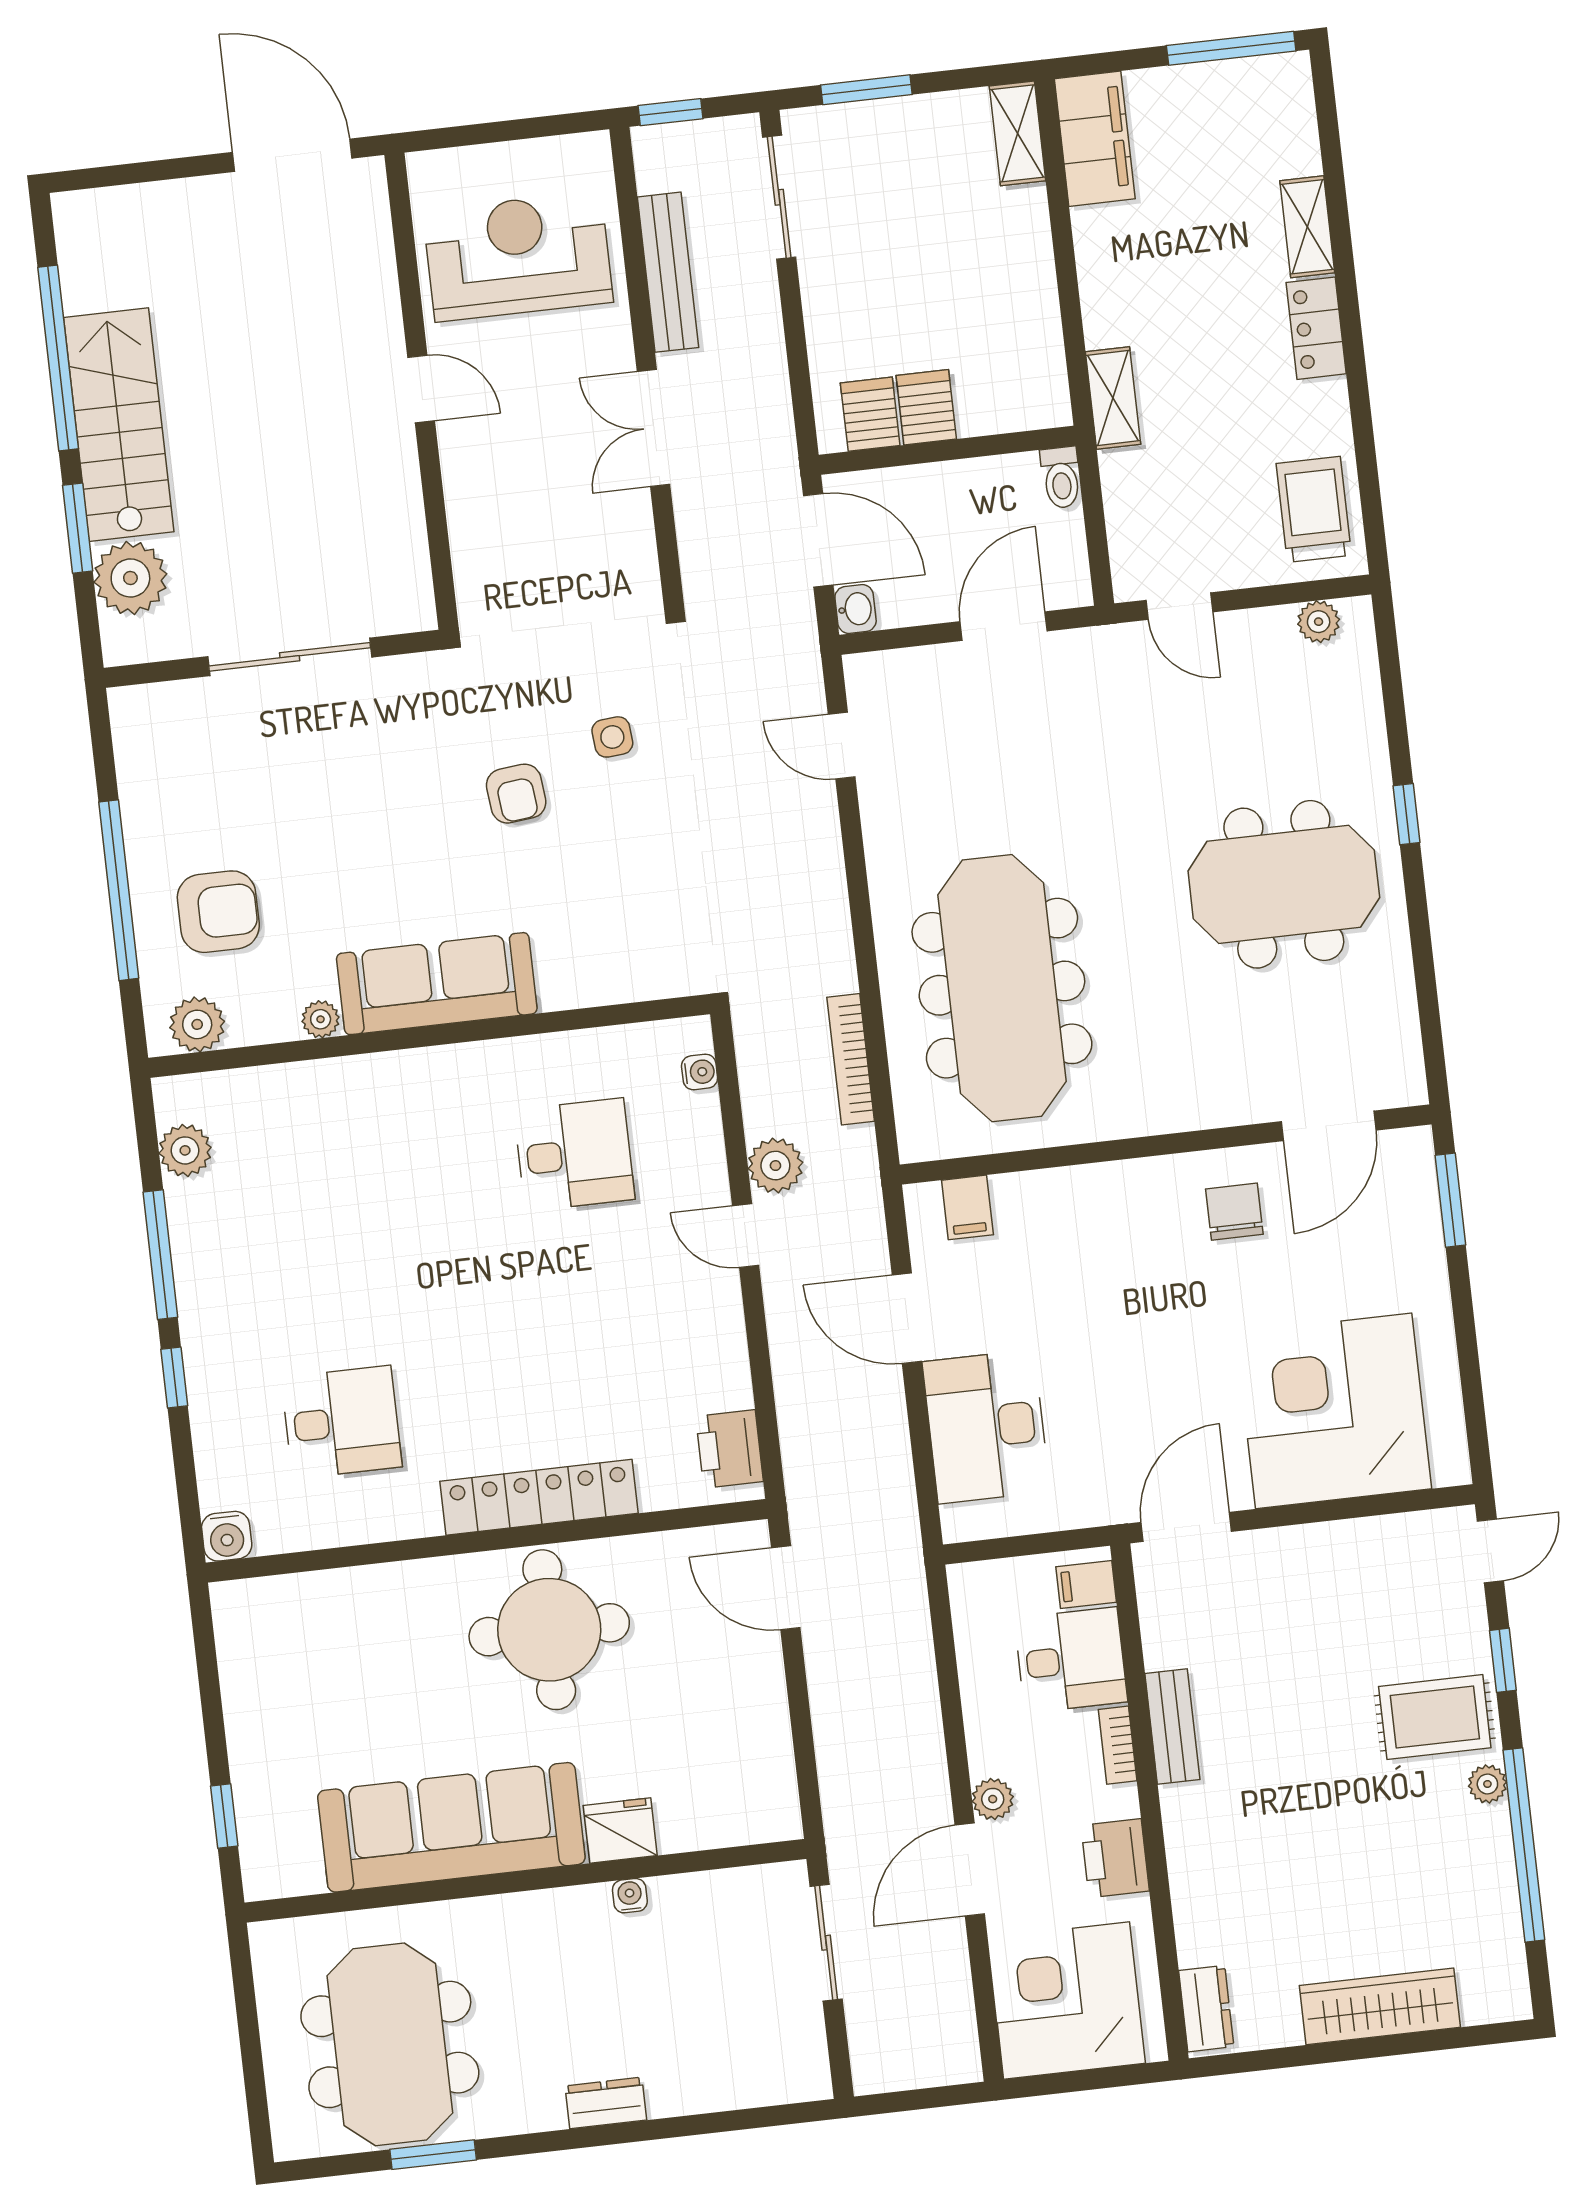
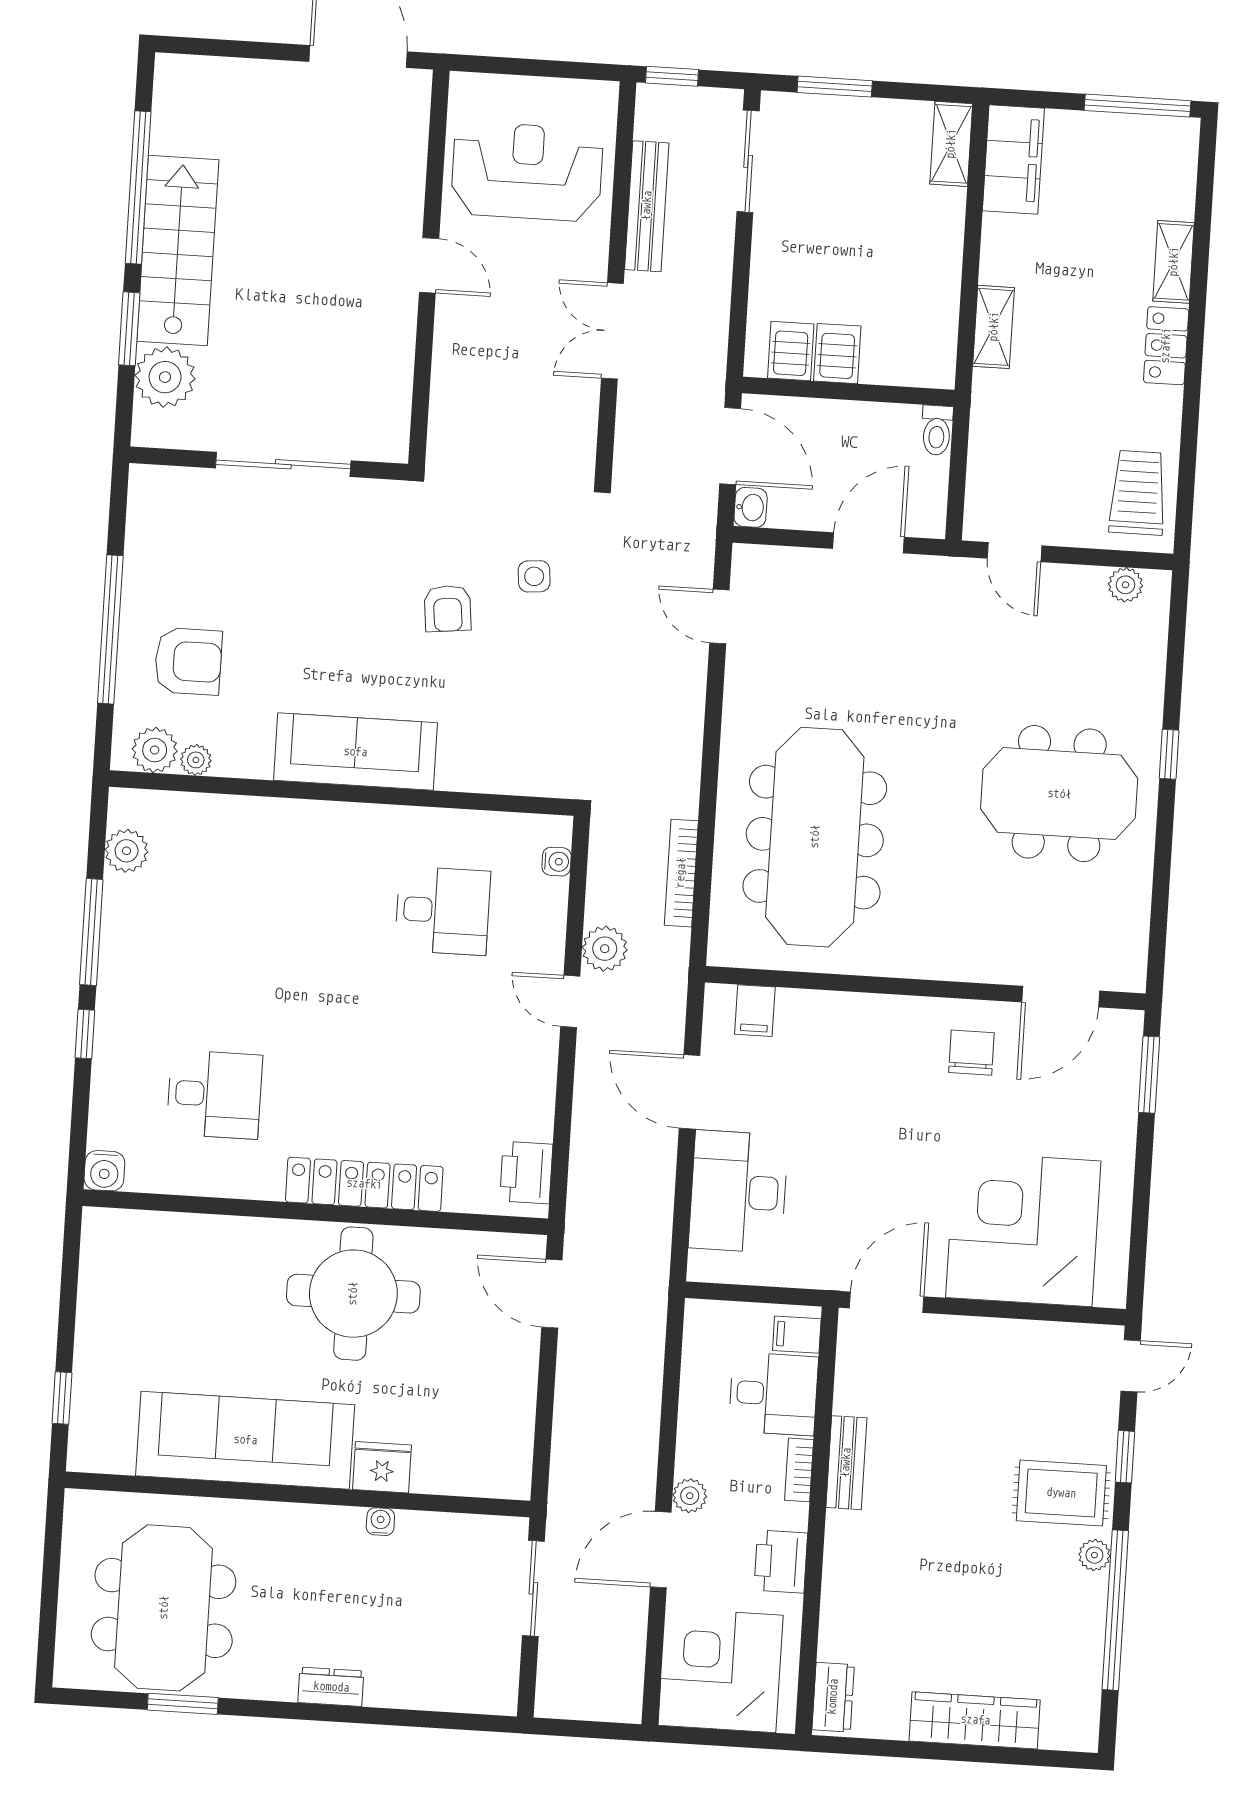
shelving: (1113, 398) -> (994, 327), moved
plant: (321, 1019) -> (196, 760), moved

